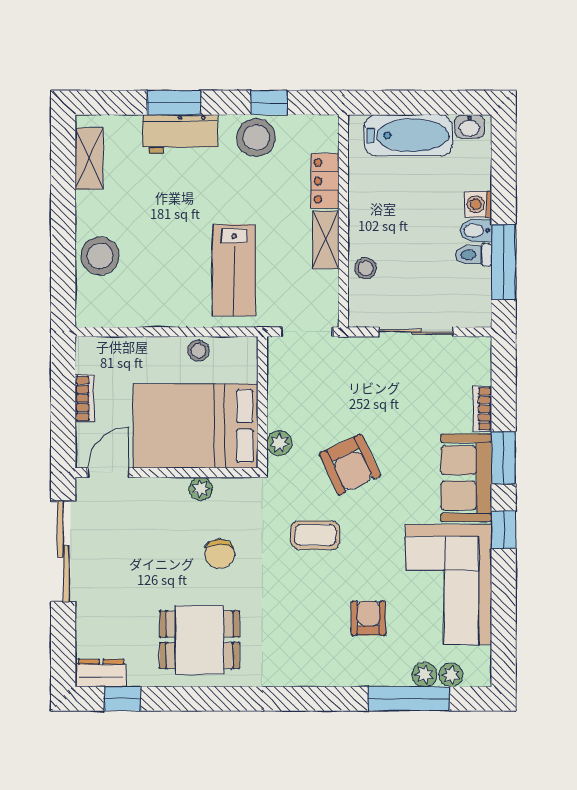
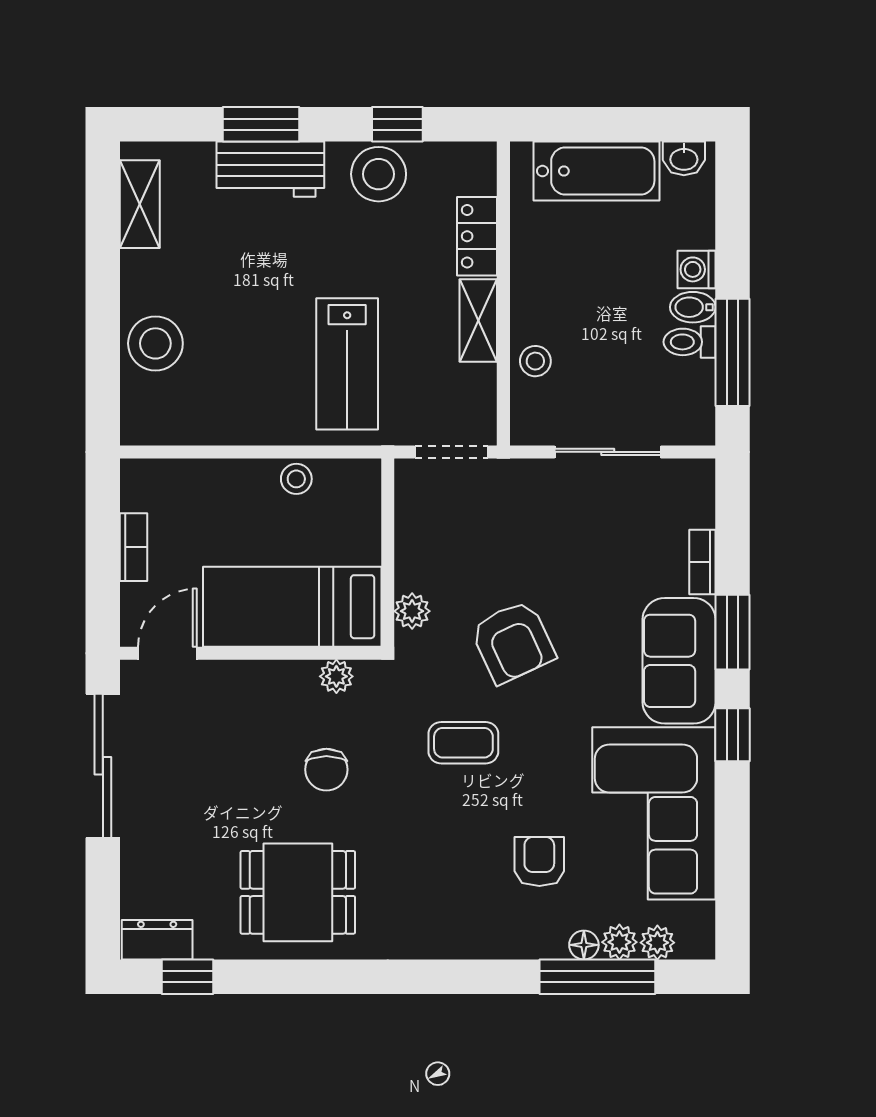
bed: (196, 426) -> (292, 607), width x0.67
plant: (201, 489) -> (336, 676), moved
floor lamp: (400, 677) -> (584, 945), added

